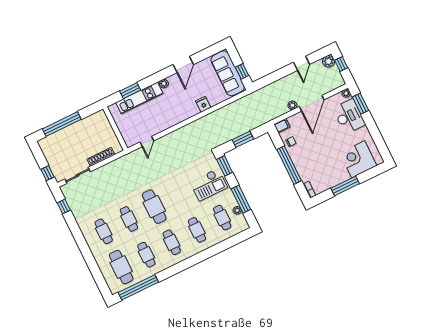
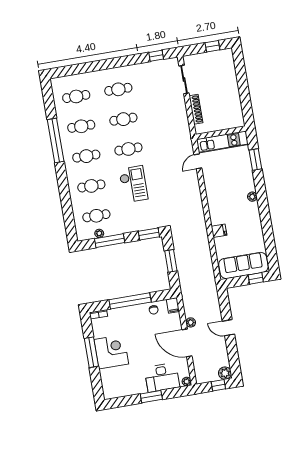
door: (302, 63) -> (228, 328), moved
door: (183, 65) -> (266, 222), removed
window: (242, 71) -> (256, 278), moved
kitchen unit: (139, 98) -> (222, 142), moved, turned -90
window: (361, 104) -> (151, 397), moved
window: (62, 124) -> (242, 79), removed
door: (147, 141) -> (198, 161), hinge flipped
corner desk: (358, 159) -> (111, 352), moved
window: (47, 173) -> (212, 46), moved
checkout: (209, 185) -> (133, 184), moved, turned 180
cafe table: (154, 207) -> (128, 149), width x0.73, depth x0.74
cafe table: (121, 267) -> (76, 96), width x0.73, depth x0.74
window: (138, 287) -> (56, 141), moved

